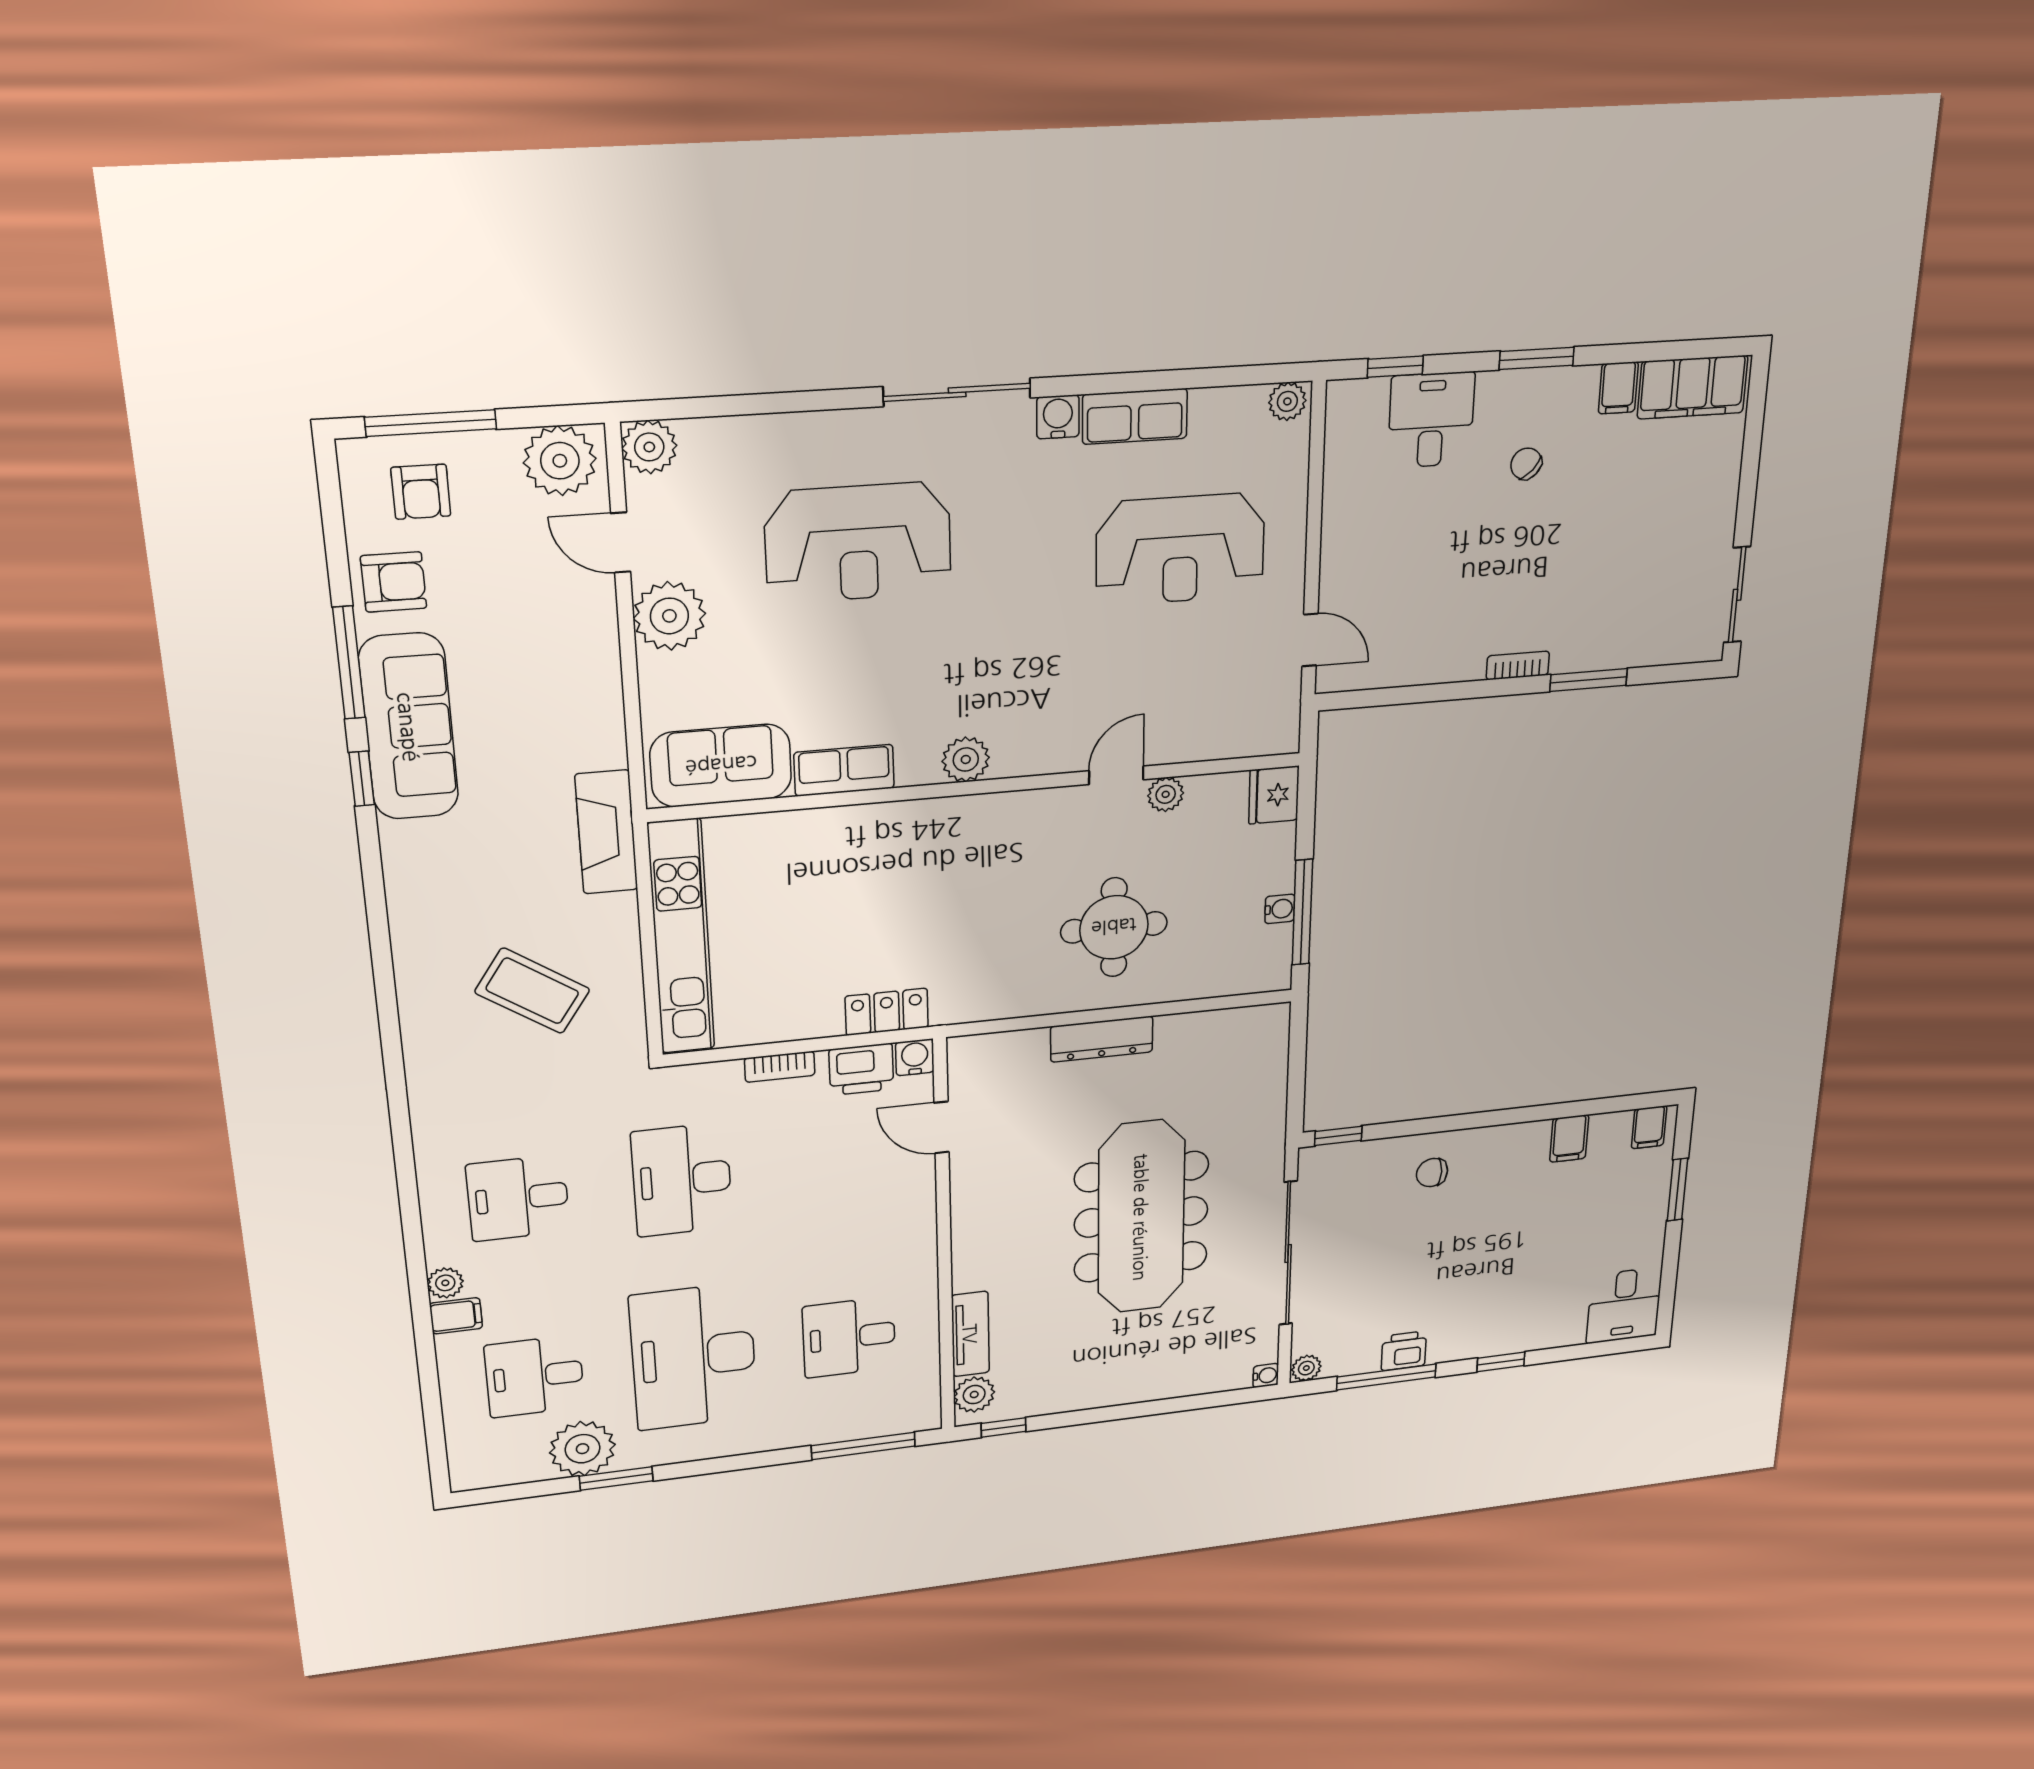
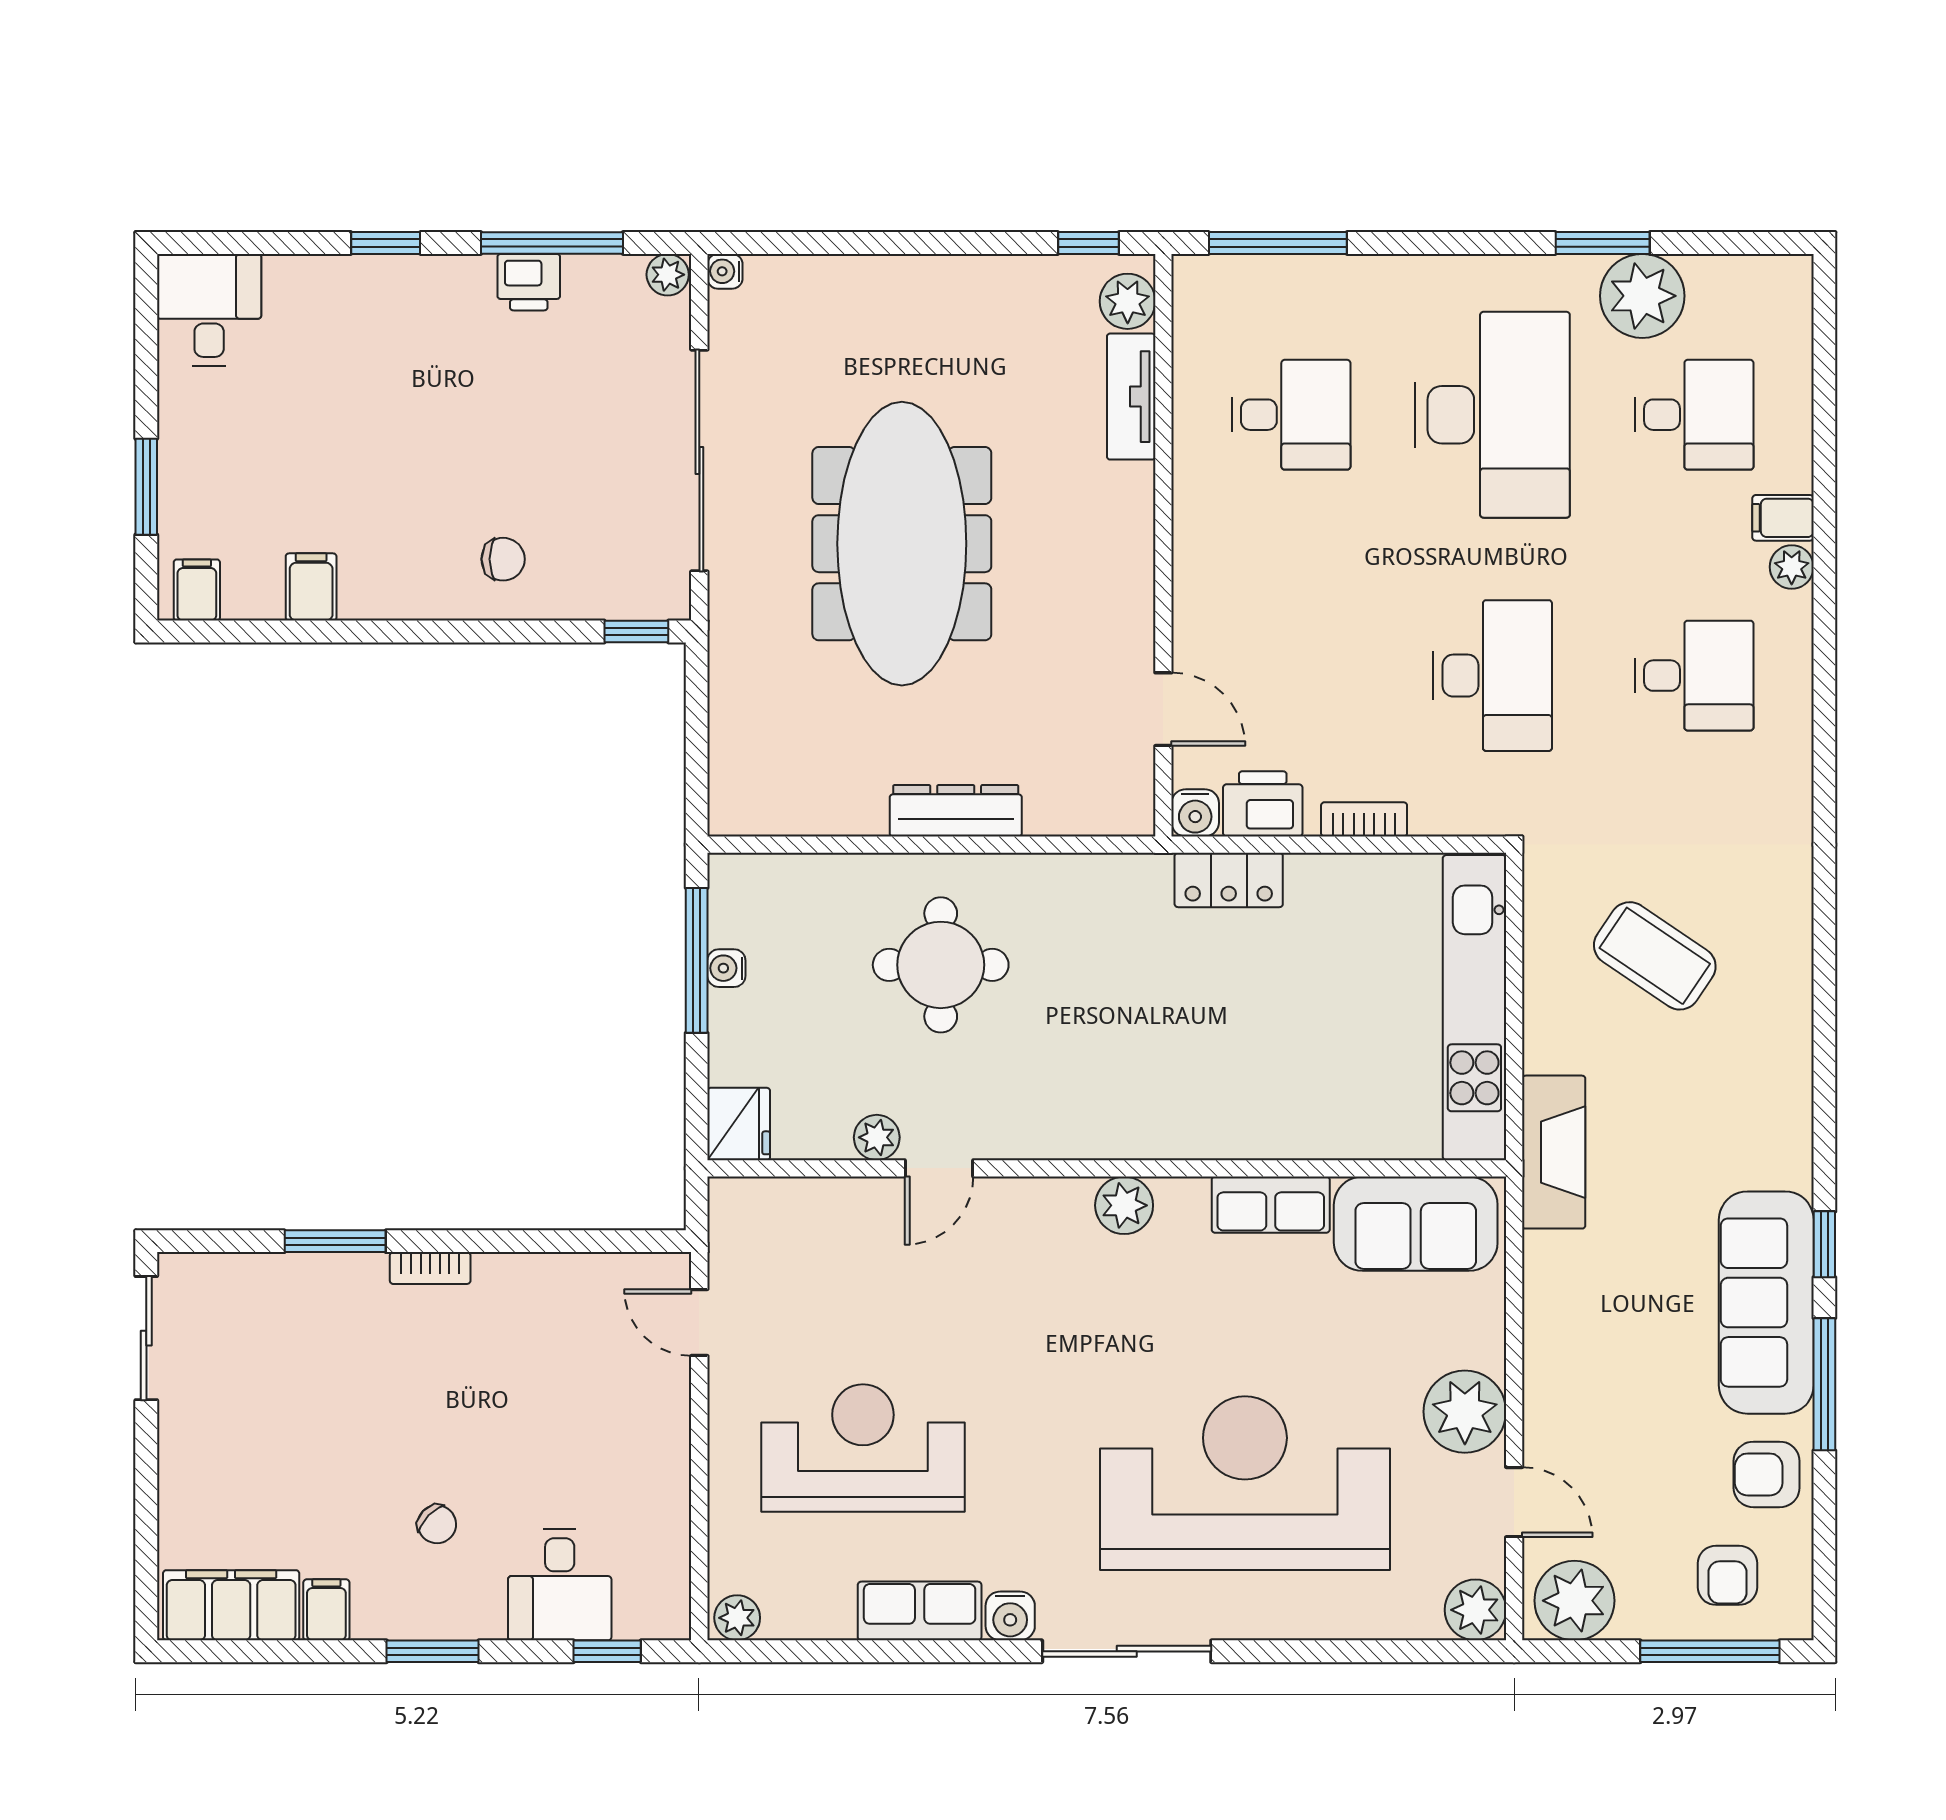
armchair: (421, 492) -> (1727, 1575), turned 180
reception desk: (858, 543) -> (1245, 1483), width x1.36, depth x1.30

